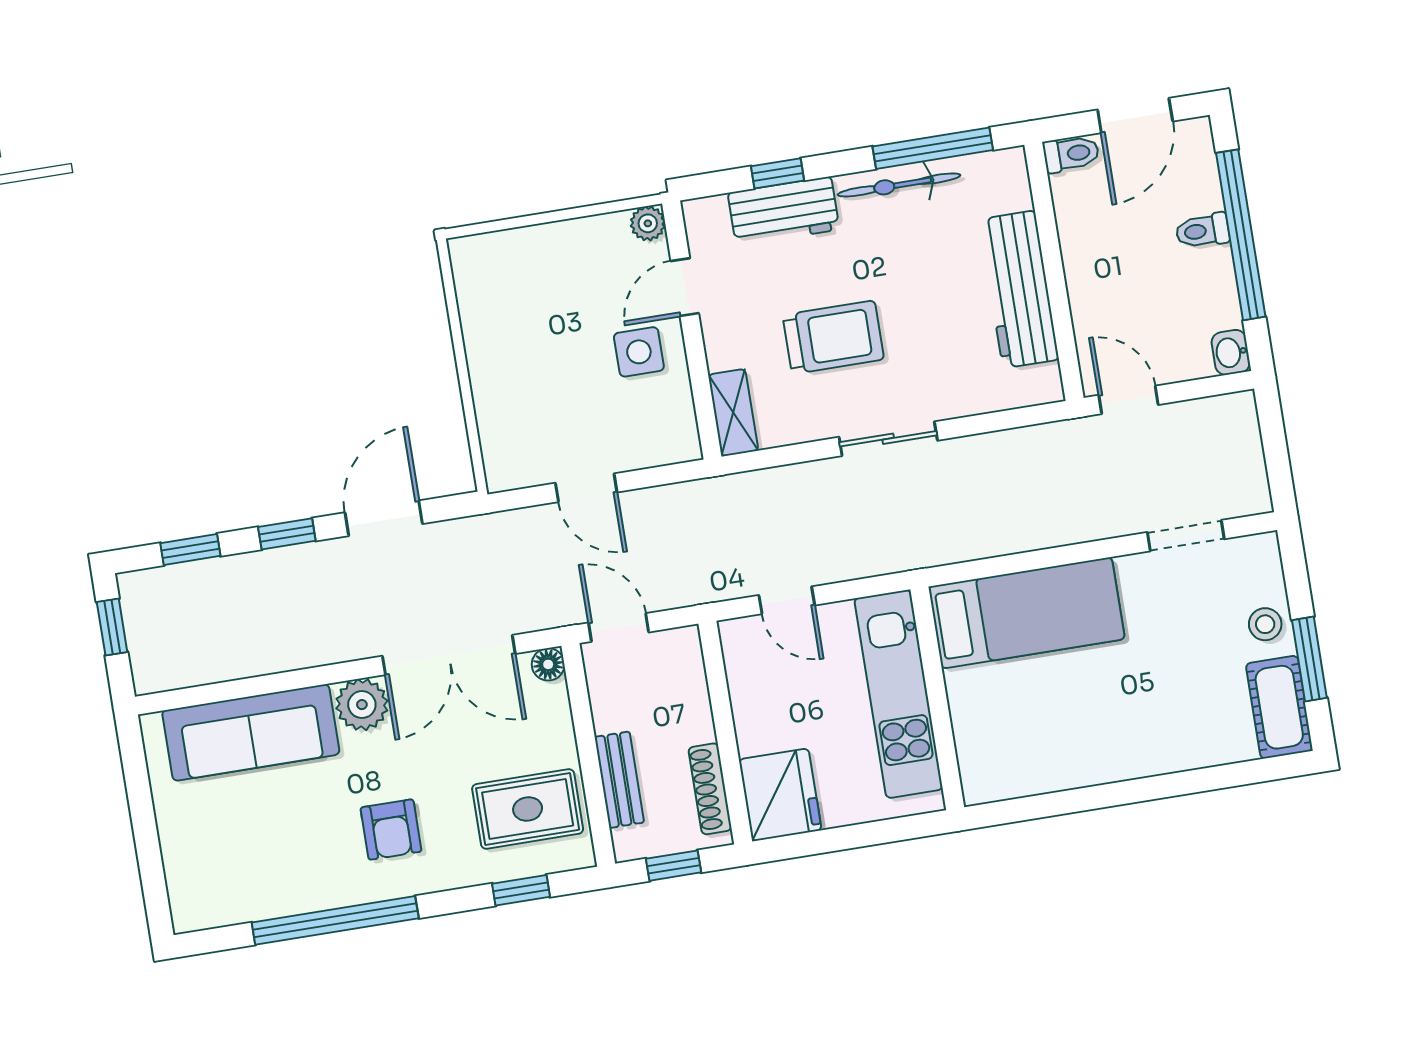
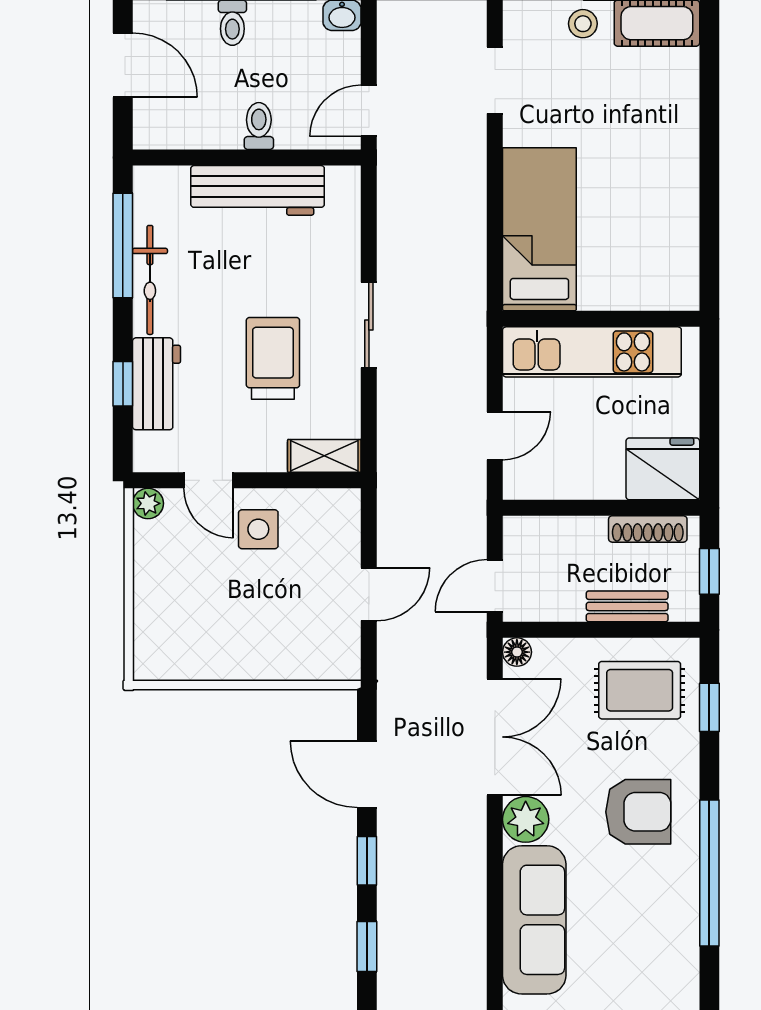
toilet: (1071, 154) -> (259, 126), moved
rug: (528, 809) -> (640, 690), turned 90
armchair: (391, 830) -> (638, 812), width x1.38, depth x1.38

